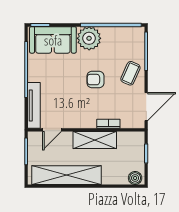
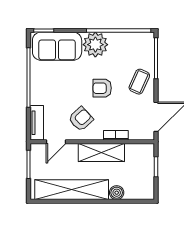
tv unit: (34, 105) -> (37, 123), width x0.71
armchair: (75, 109) -> (81, 119), added
boiler: (135, 178) -> (117, 193), moved

